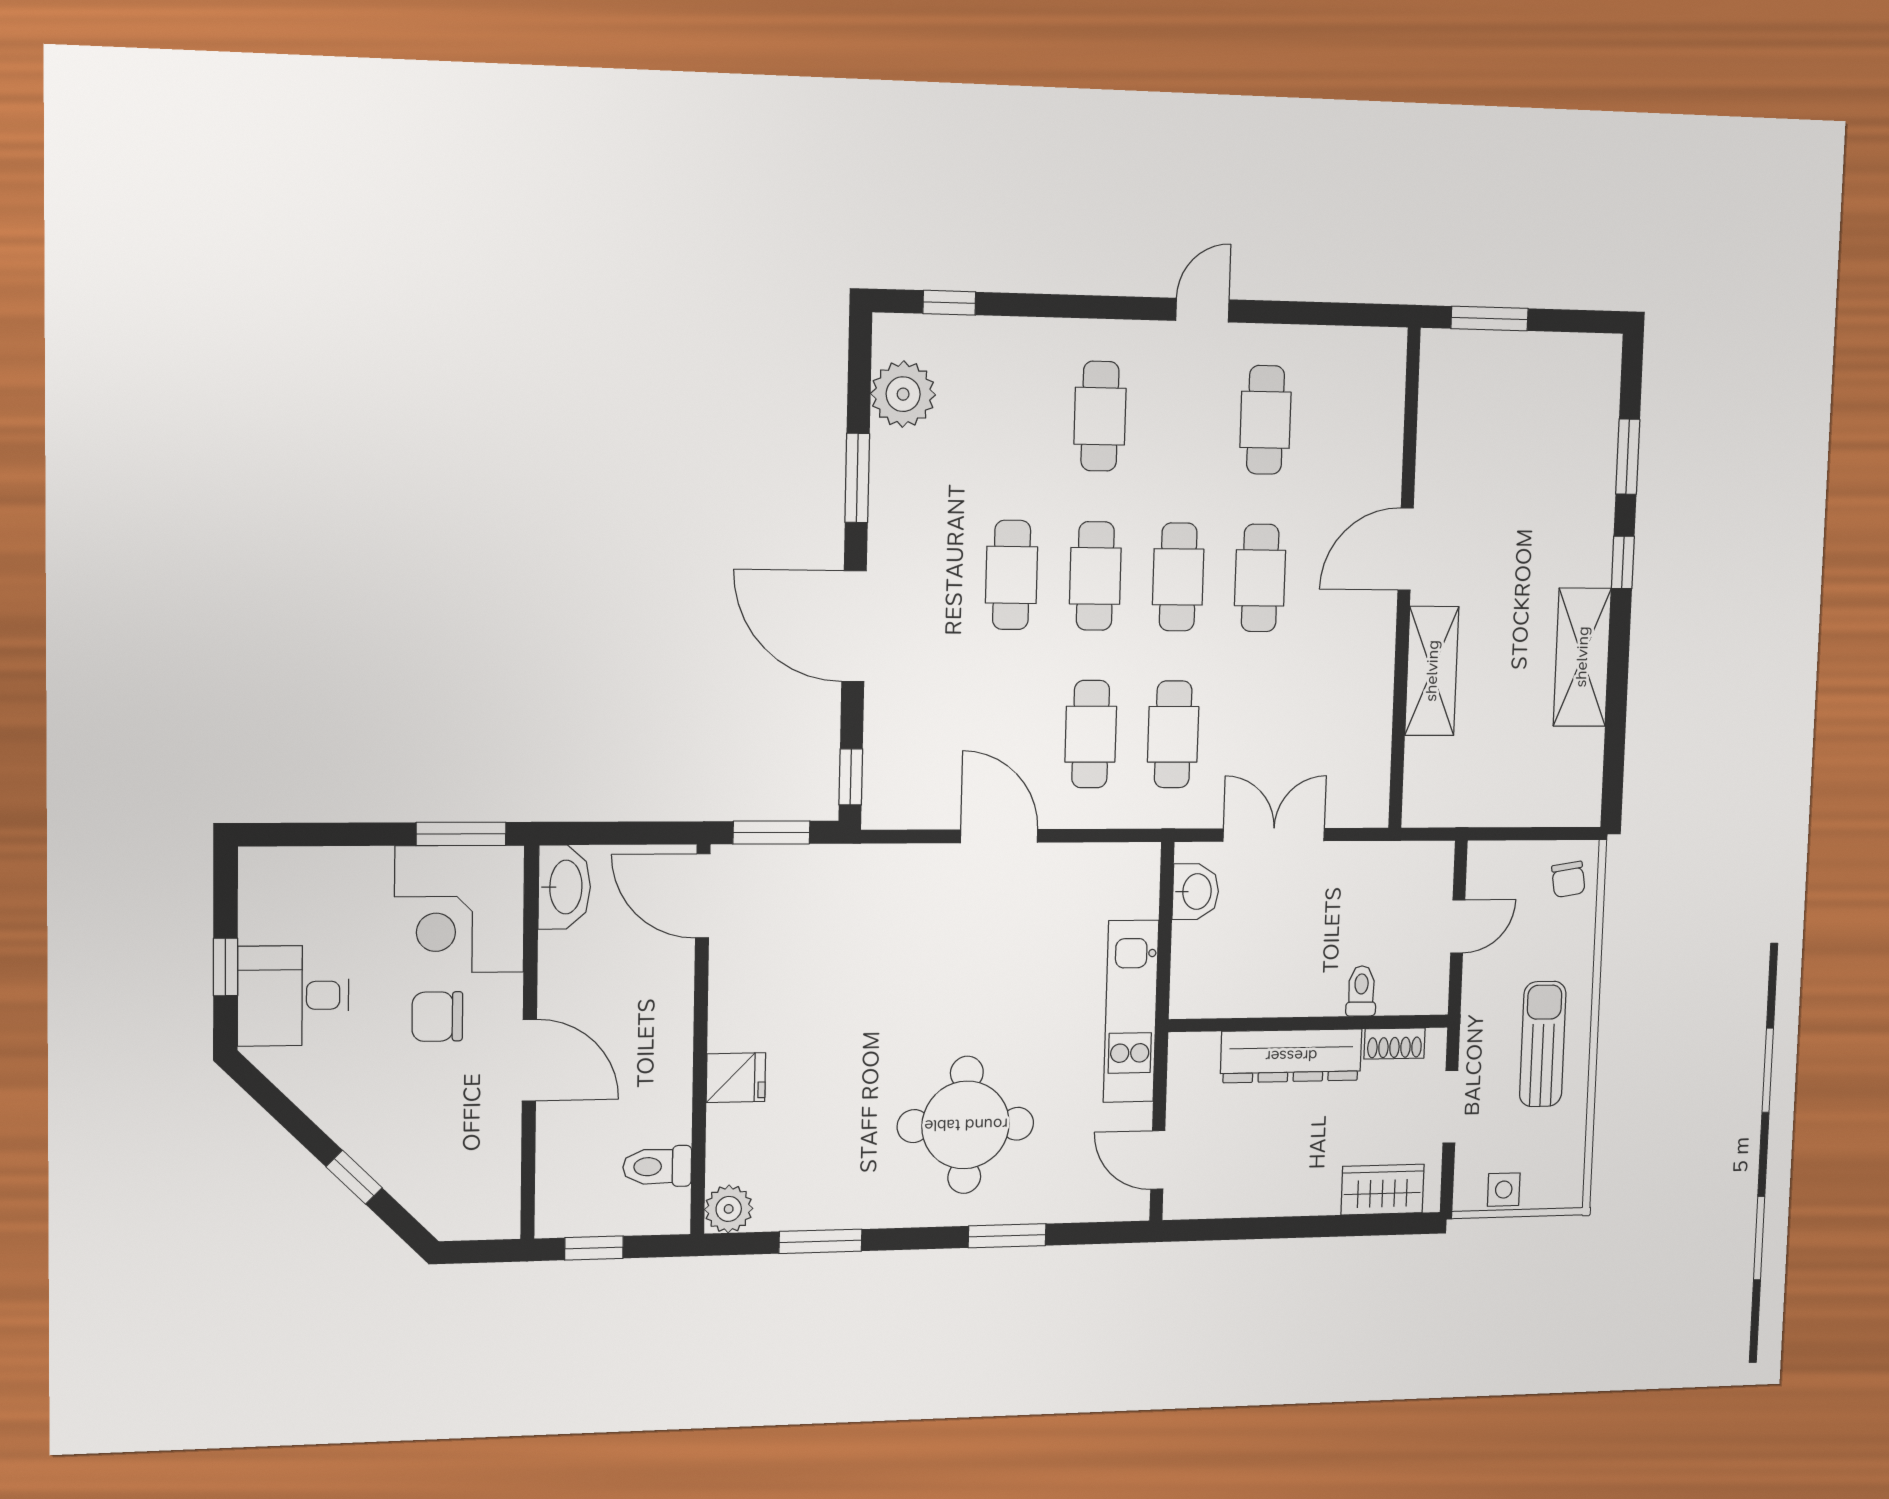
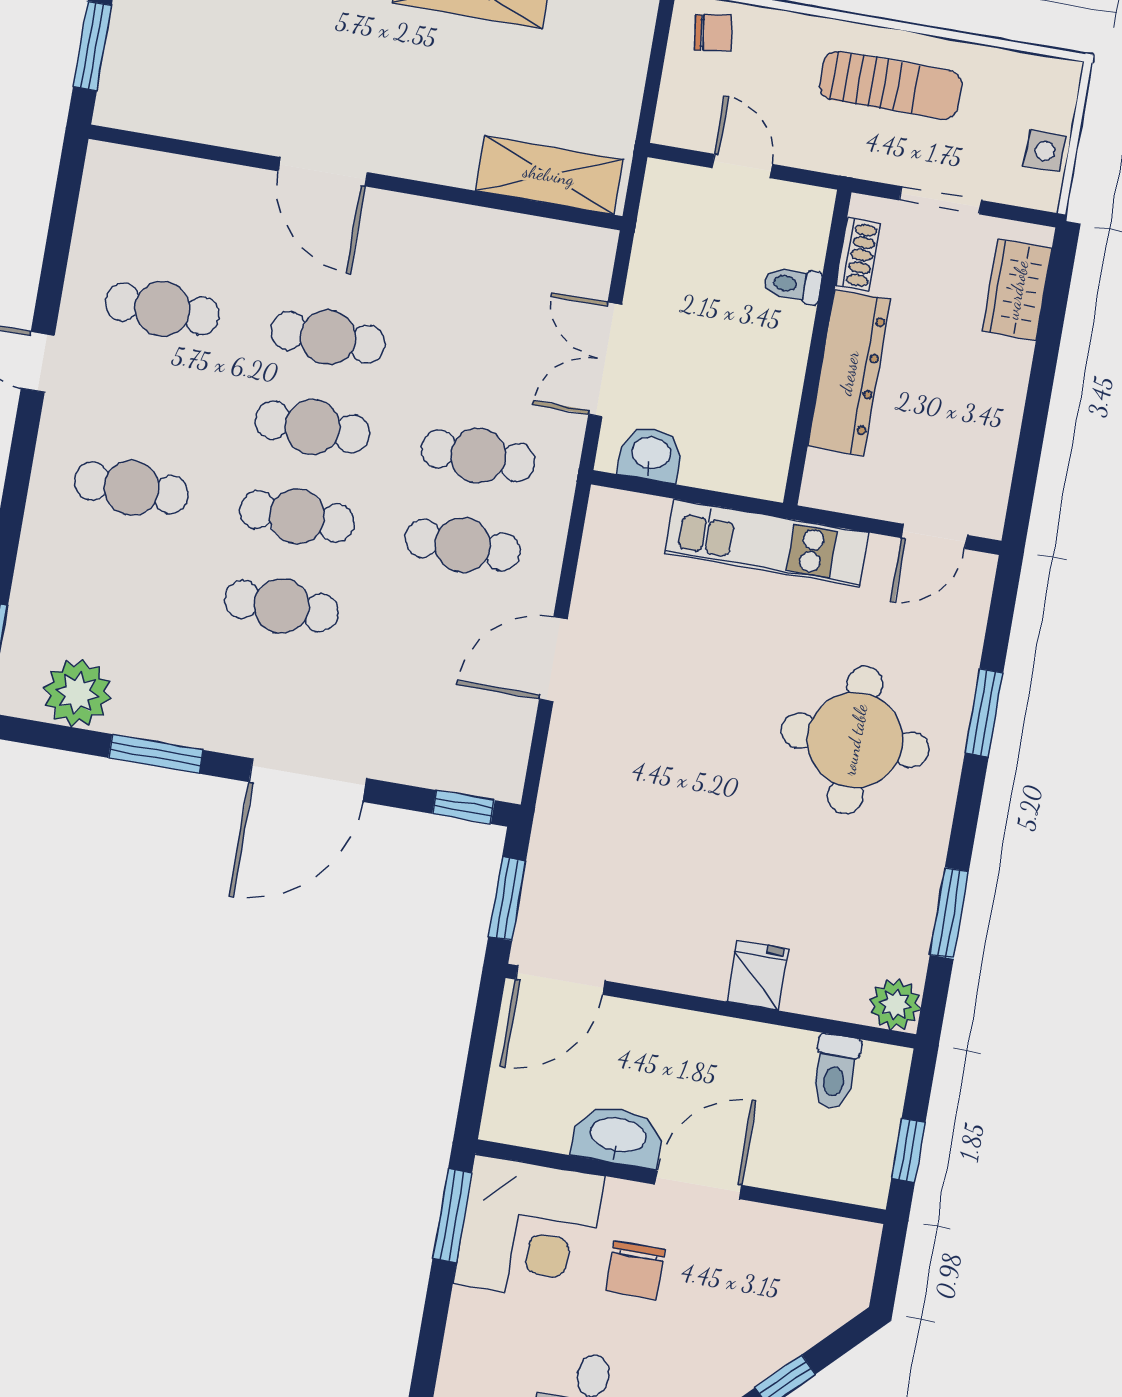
shelving: (1432, 671) -> (549, 175), moved
washbasin: (564, 887) -> (618, 1136), moved
sun lounger: (1543, 1044) -> (891, 85), turned 180

